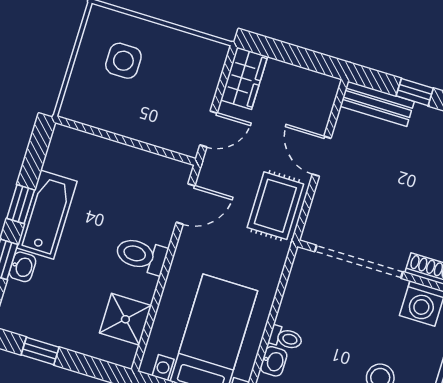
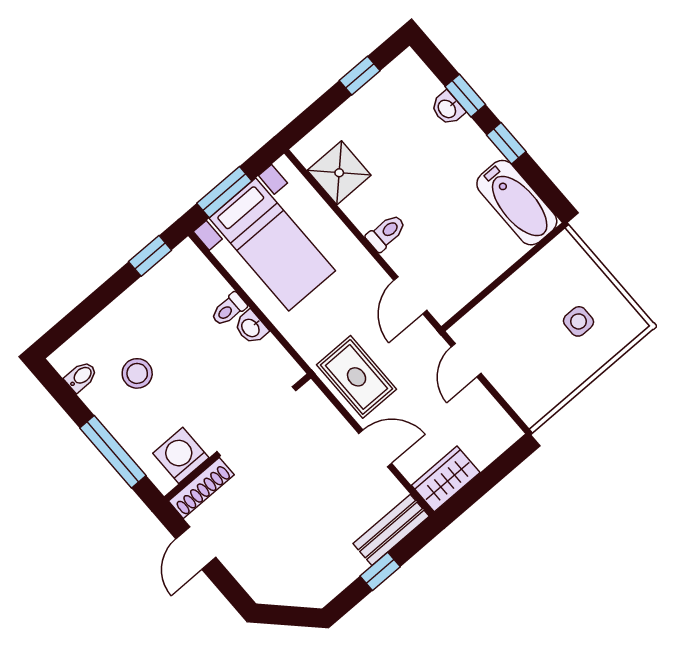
side table: (123, 61) -> (578, 321), width x0.73, depth x0.73
wardrobe: (244, 78) -> (446, 479), moved, turned 90
bathtub: (47, 215) -> (517, 203), moved
toilet: (141, 255) -> (386, 233), width x0.73, depth x0.72
washbasin: (274, 361) -> (251, 328), moved

